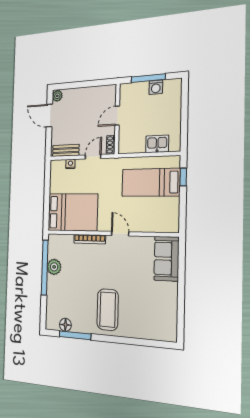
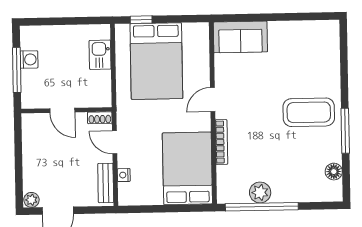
bed: (151, 182) -> (156, 61), width x1.50
window: (75, 335) -> (345, 131), moved

